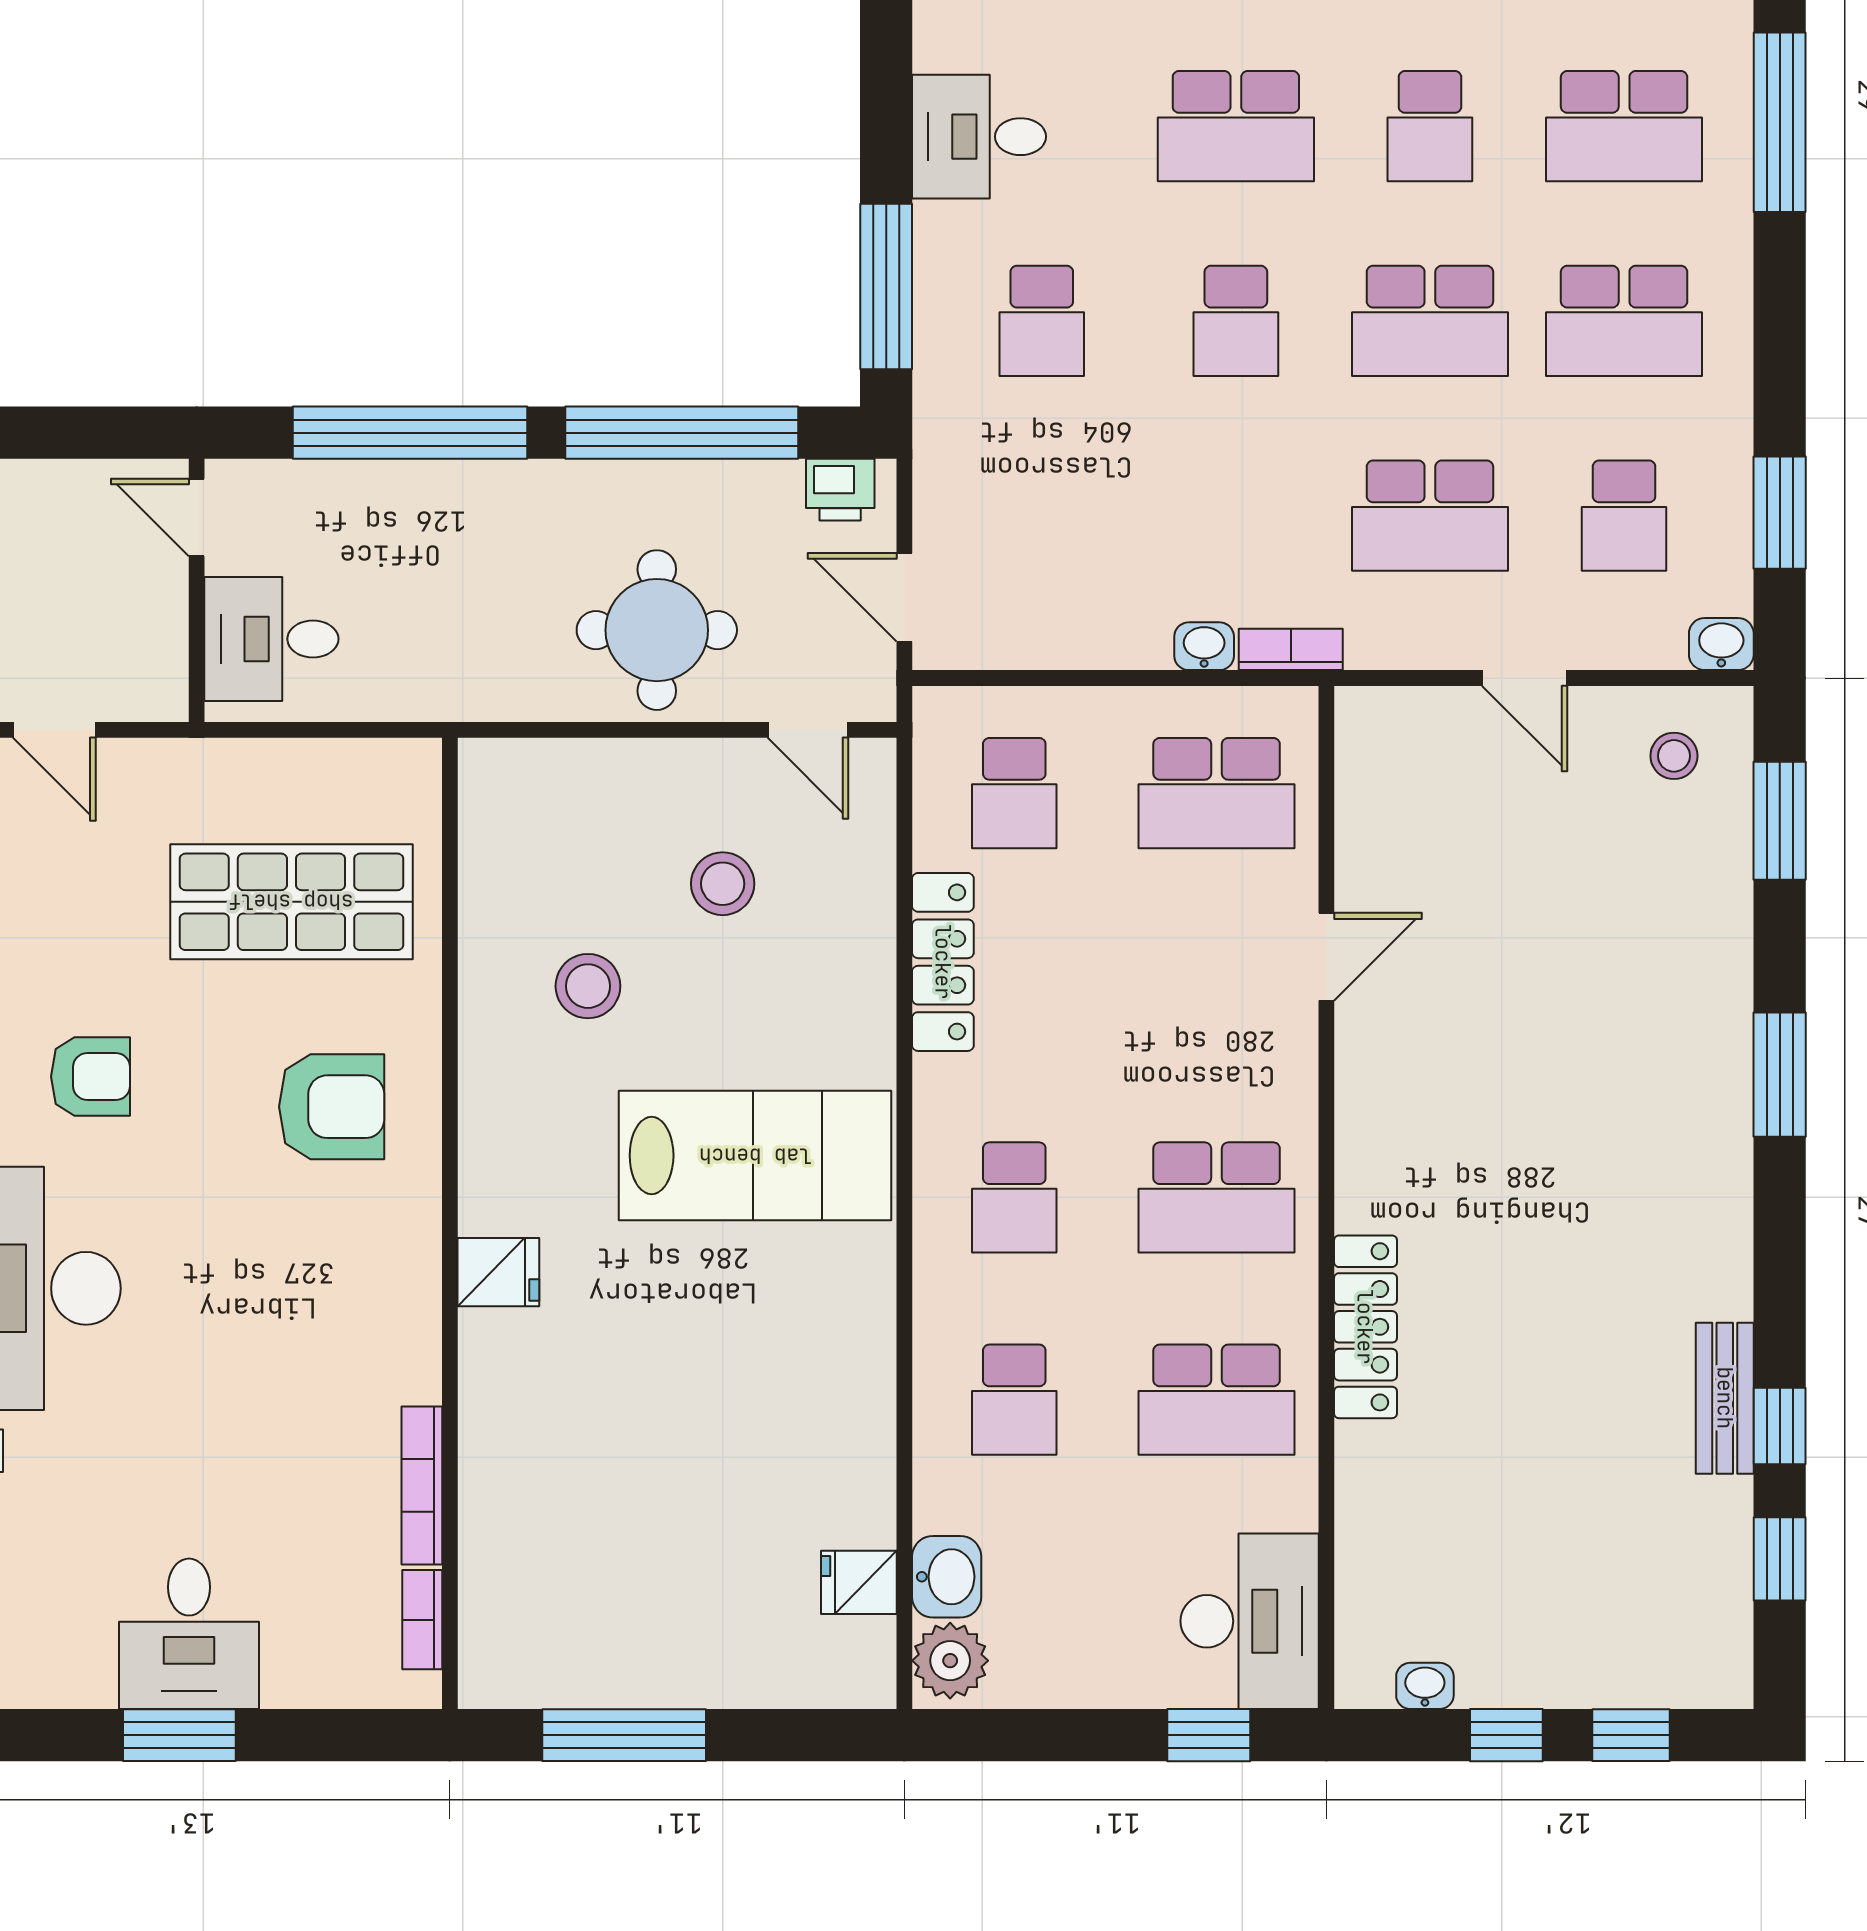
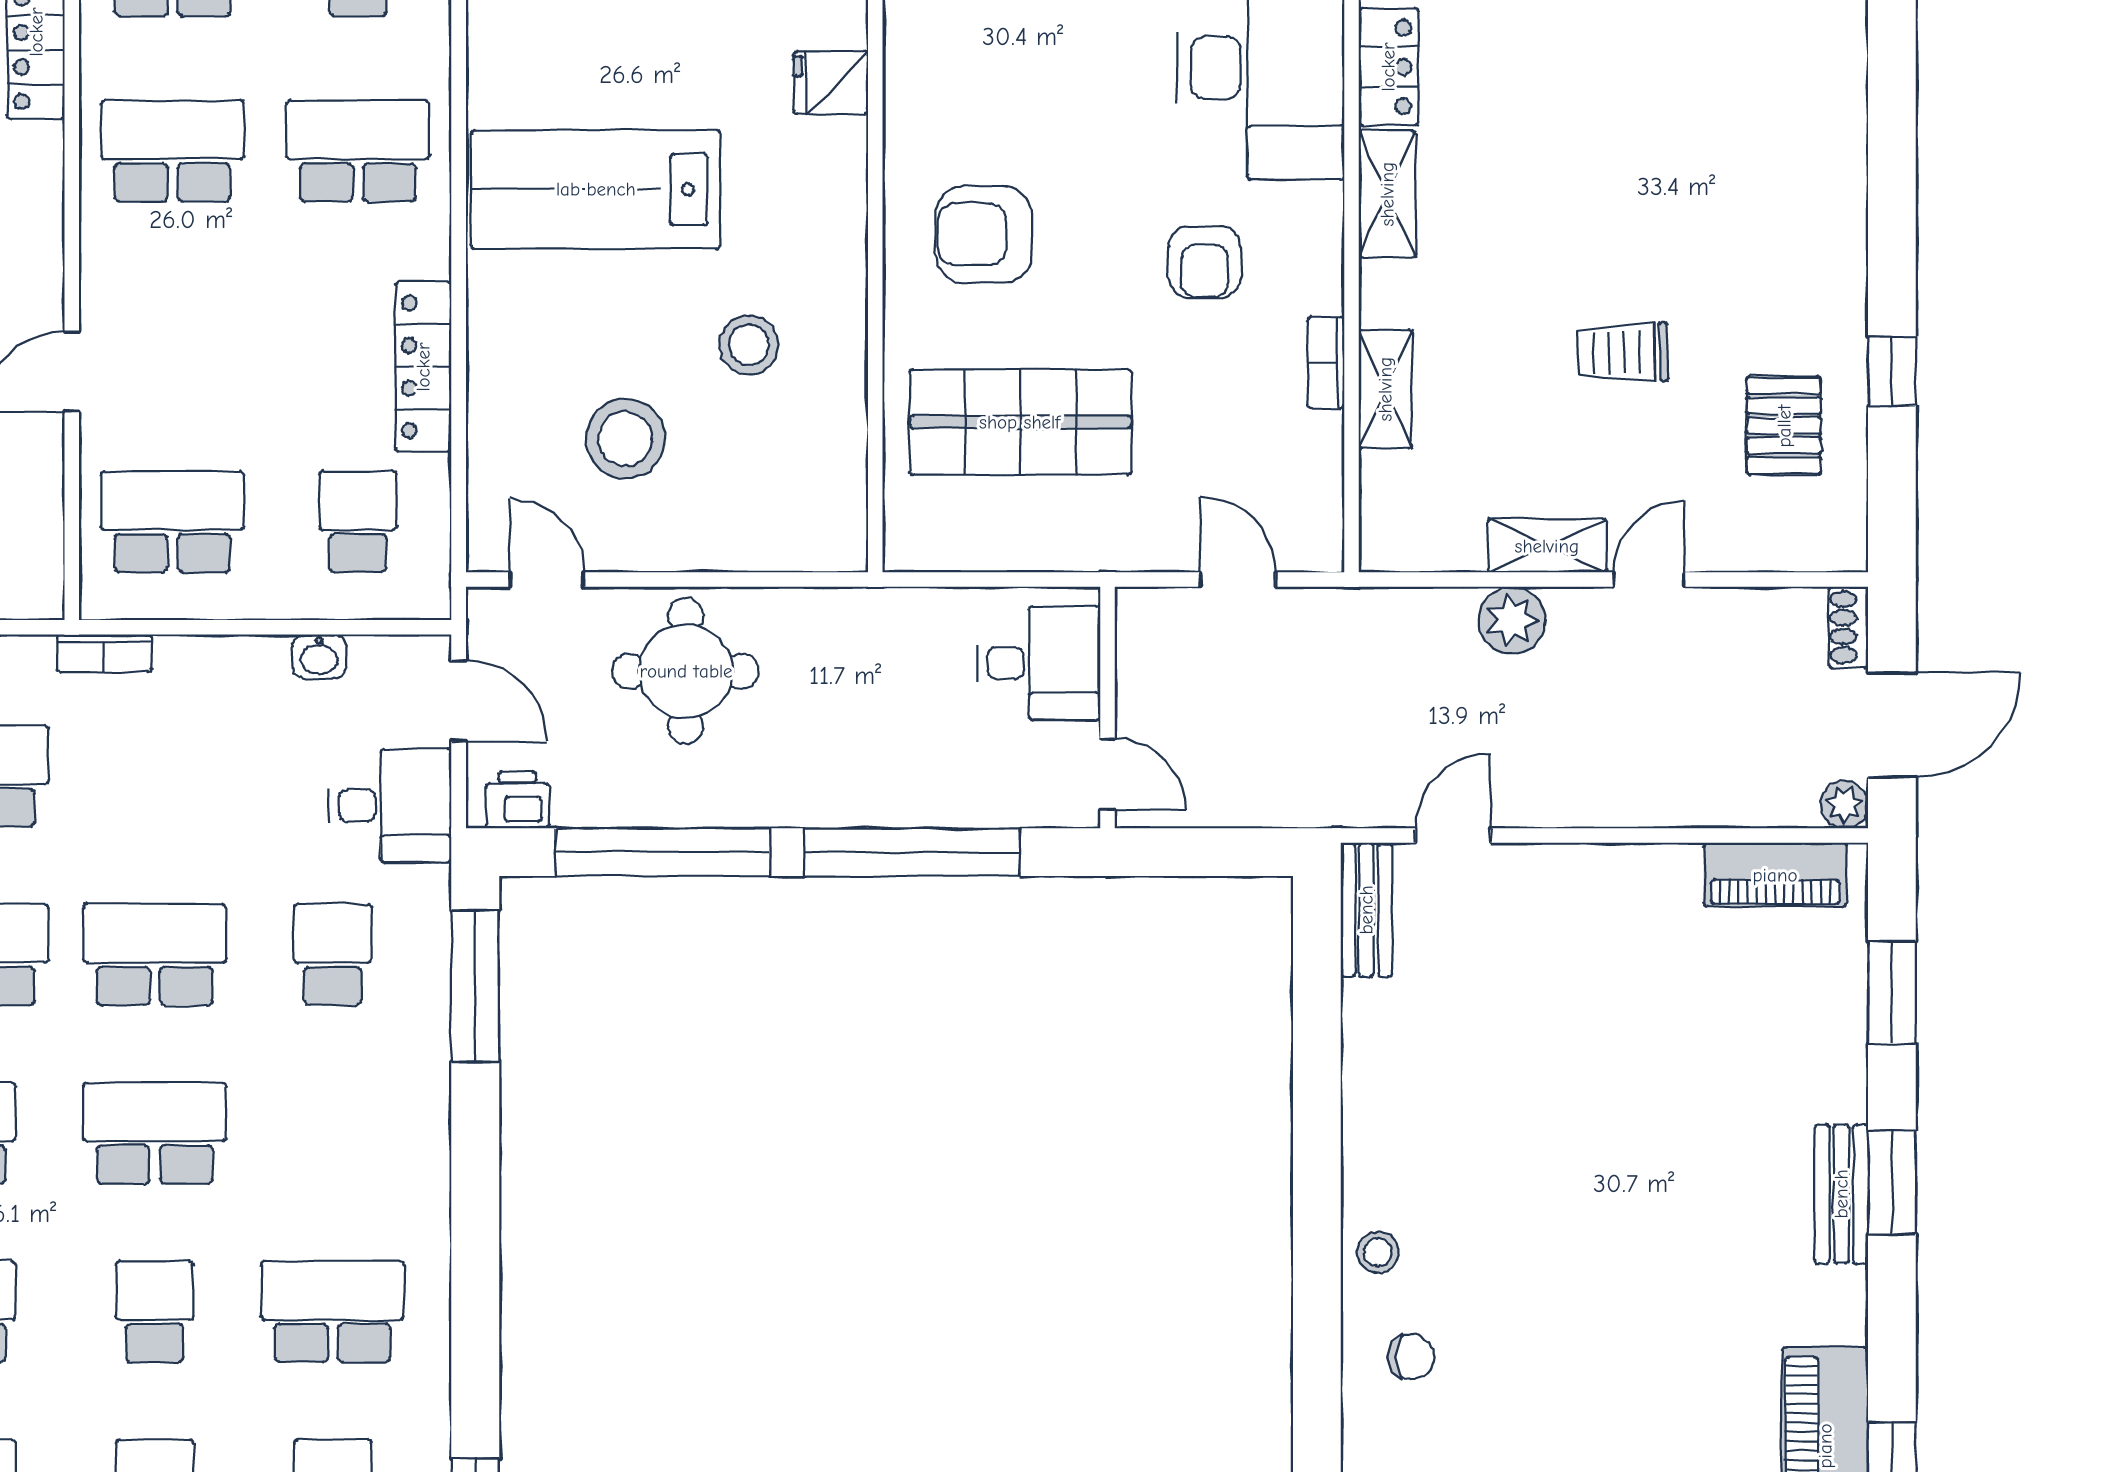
desk: (979, 137) -> (390, 805), moved
school desk: (1236, 321) -> (155, 955), width x1.85
washbasin: (1204, 646) -> (319, 656), moved
stool: (723, 884) -> (625, 439), width x1.38, depth x1.38
armchair: (90, 1077) -> (1205, 262), turned -90
school desk: (1014, 1197) -> (358, 151), width x1.85

